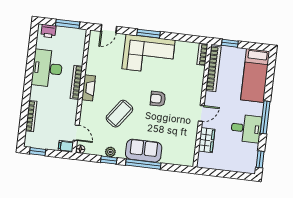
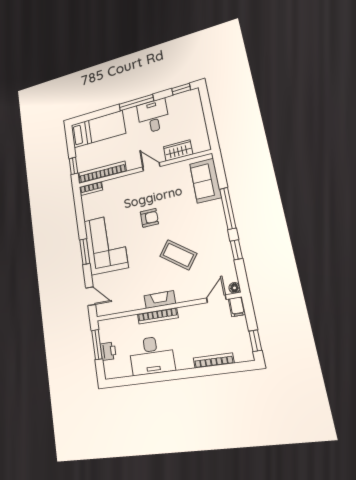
printer: (48, 31) -> (108, 351), moved
armchair: (158, 99) -> (149, 218), turned -90
sofa: (144, 151) -> (205, 181), moved
plant: (110, 152) -> (226, 251), removed

